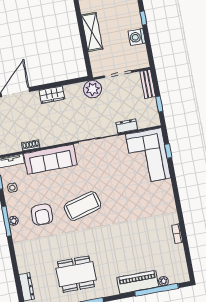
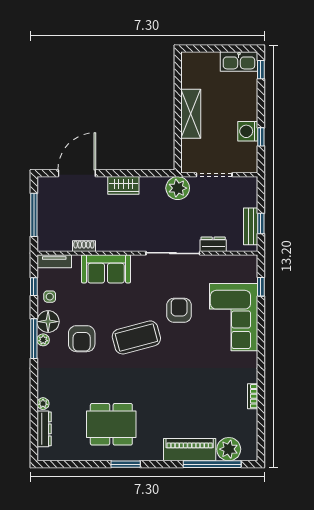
window: (143, 18) -> (261, 137), moved
bench: (148, 84) -> (251, 226), moved
corner sofa: (148, 156) -> (234, 317), moved
sofa: (50, 159) -> (106, 269), width x0.73
armchair: (111, 180) -> (179, 310), added
floor lamp: (15, 207) -> (48, 322), added
plant: (22, 268) -> (43, 404), added
plant: (164, 281) -> (229, 449), width x1.88, depth x1.88

